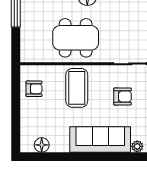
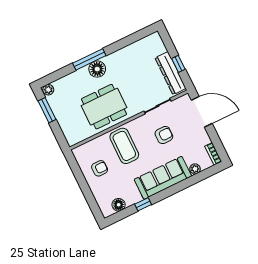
armchair: (34, 89) -> (100, 168), moved
window: (67, 157) -> (143, 204), added

